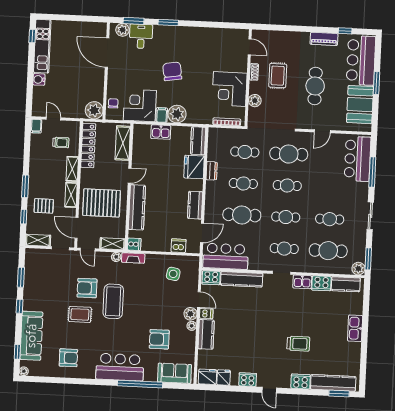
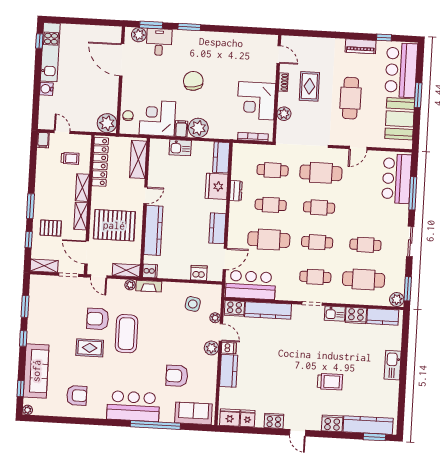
plant: (192, 326) -> (215, 318), moved

